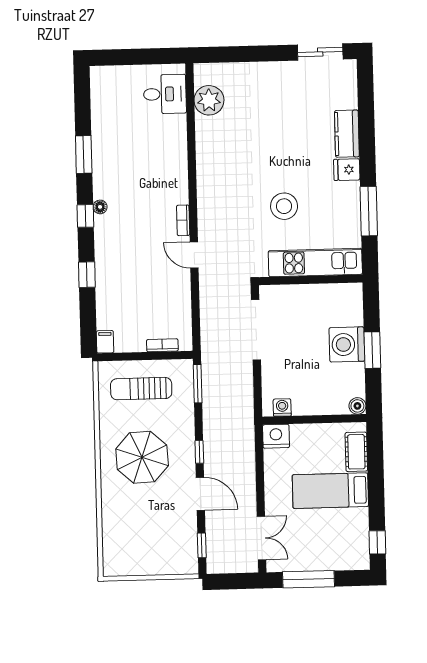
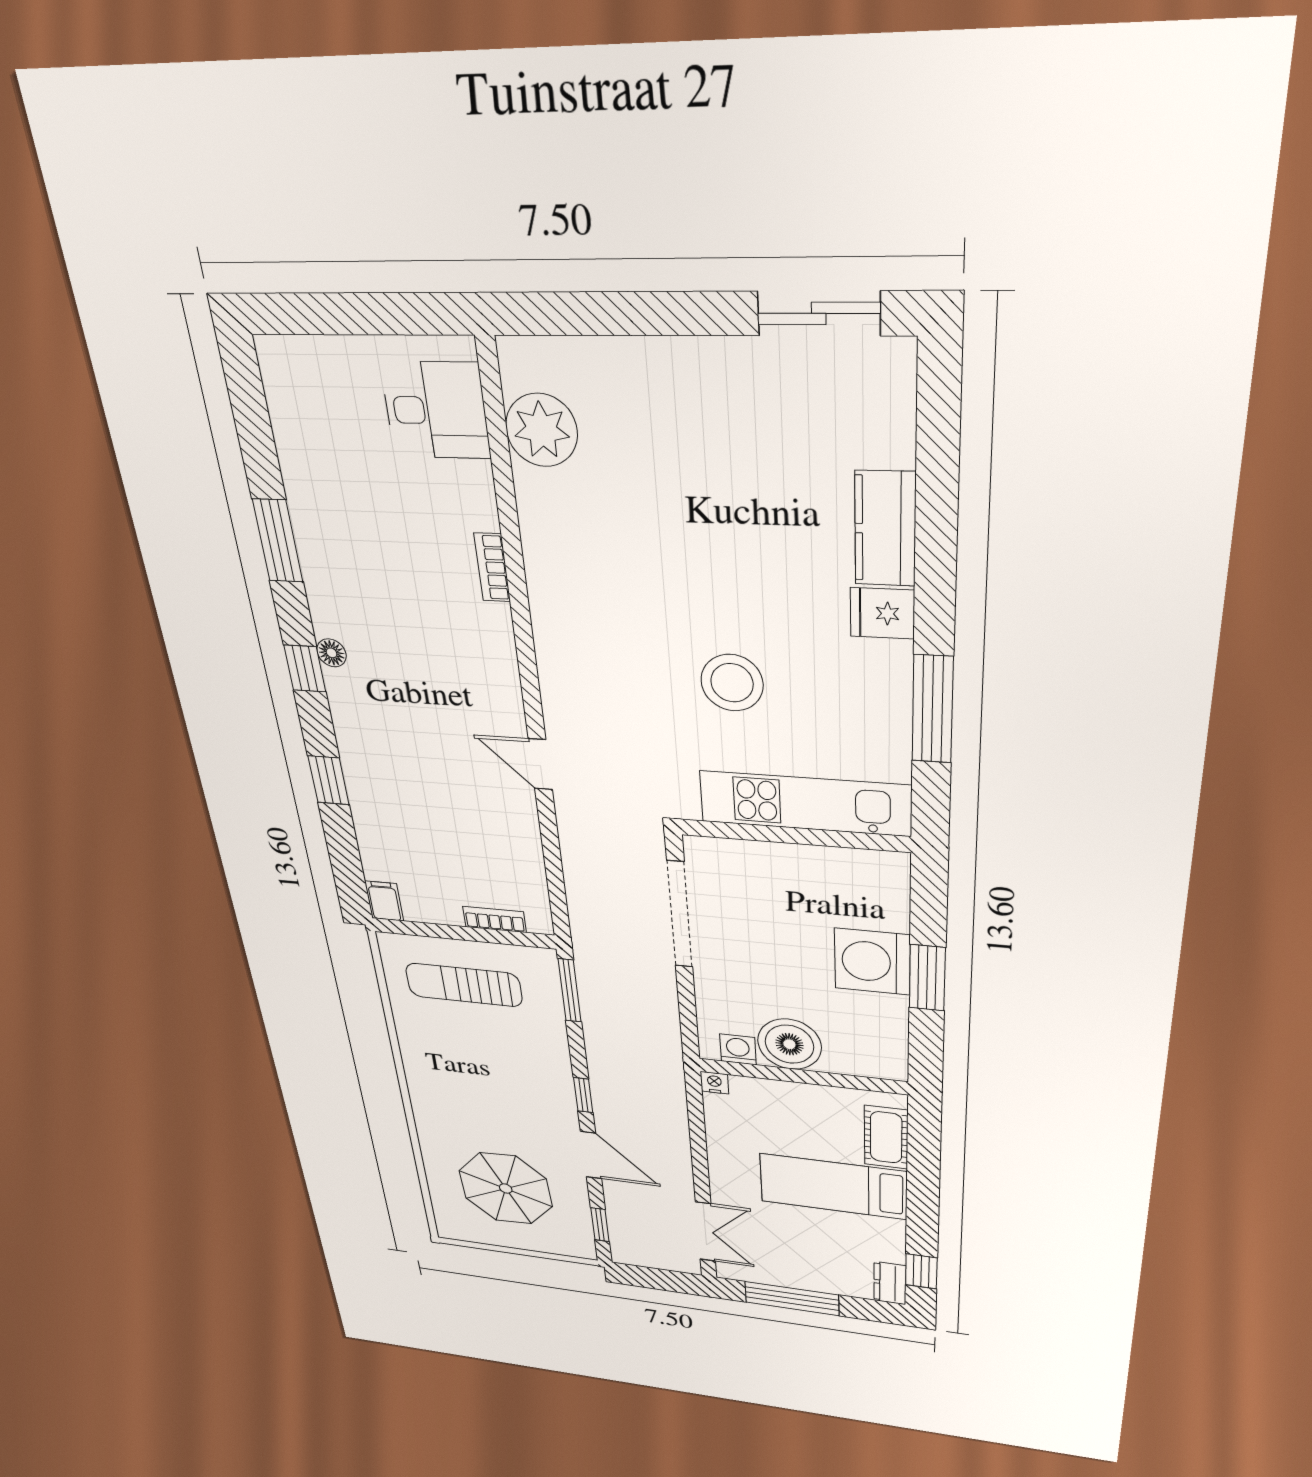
bookcase: (183, 220) -> (492, 567), moved
boiler: (357, 406) -> (789, 1044), moved, width x1.86, depth x1.86
nightstand: (276, 436) -> (714, 1083), width x0.53, depth x0.56
parasol: (142, 457) -> (506, 1189), moved
dresser: (361, 555) -> (890, 1283), added

